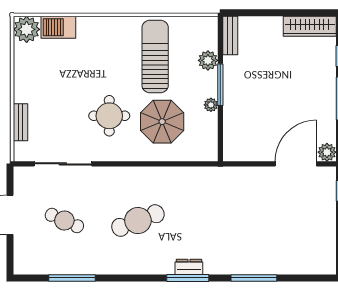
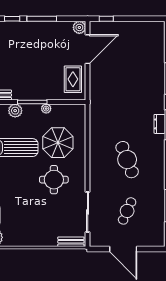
bench: (20, 122) -> (71, 242), moved
rug: (253, 143) -> (73, 79), added
door: (296, 164) -> (88, 49), swing flipped

